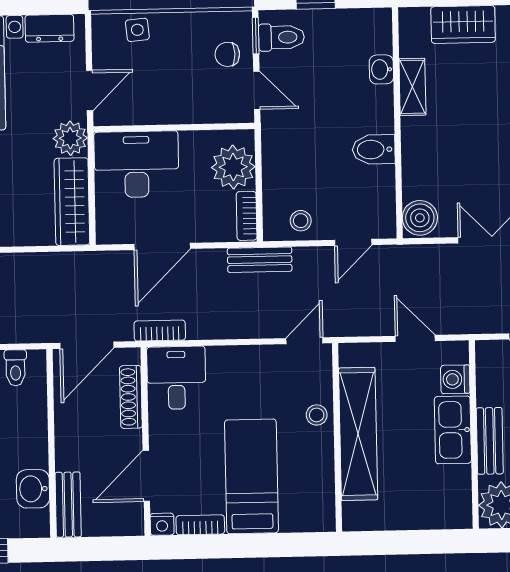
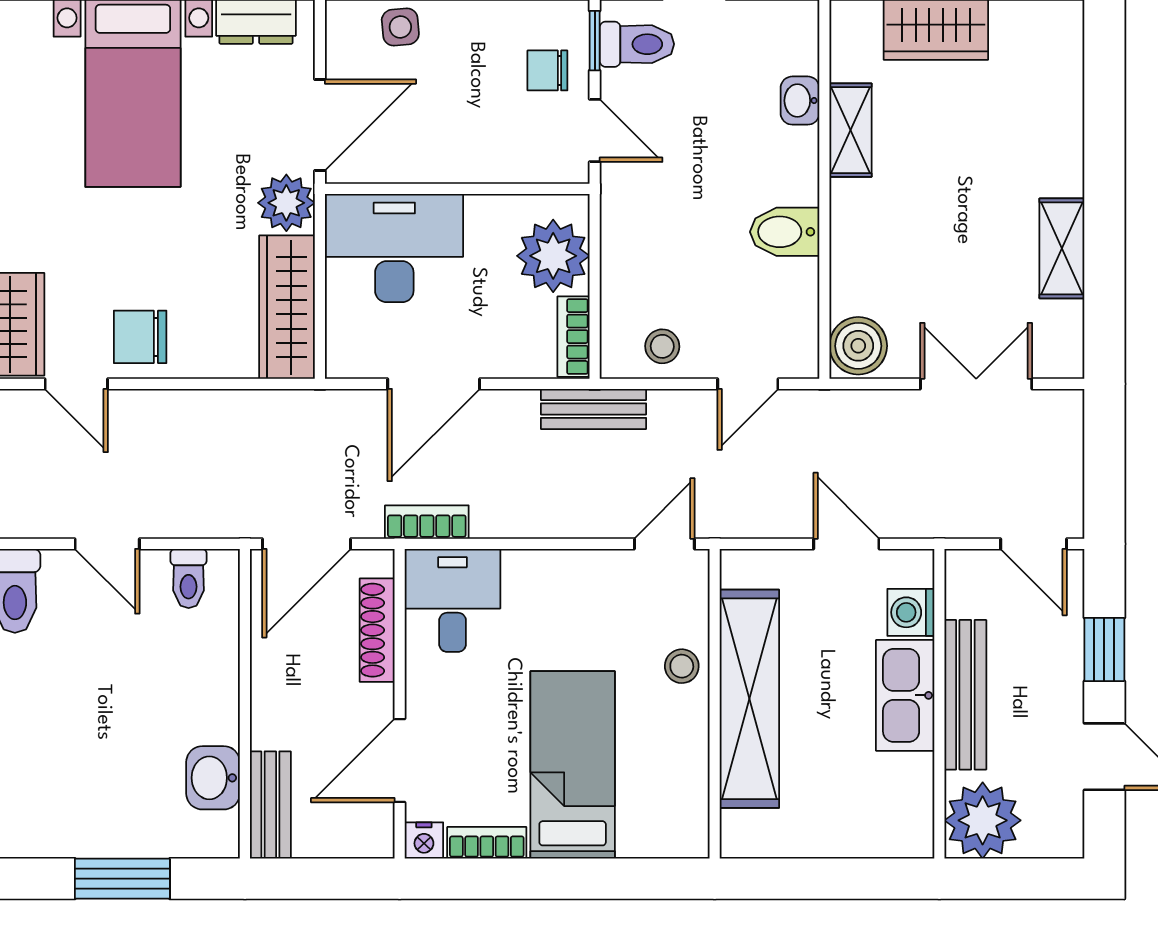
door: (90, 90) -> (320, 125), width x1.38
bench: (490, 441) -> (965, 695), width x1.36

